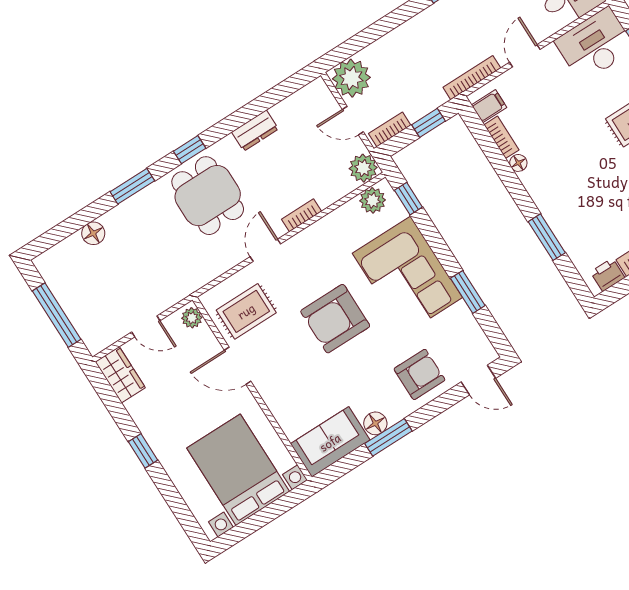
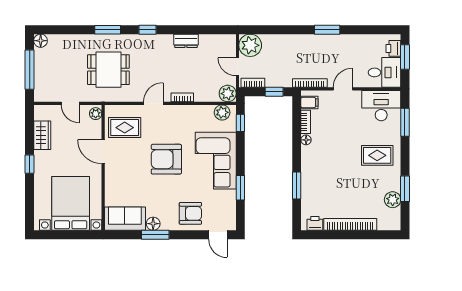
dining table: (208, 196) -> (108, 70), moved, turned 90
floor lamp: (93, 233) -> (41, 41), moved
wardrobe: (120, 375) -> (42, 135), moved

